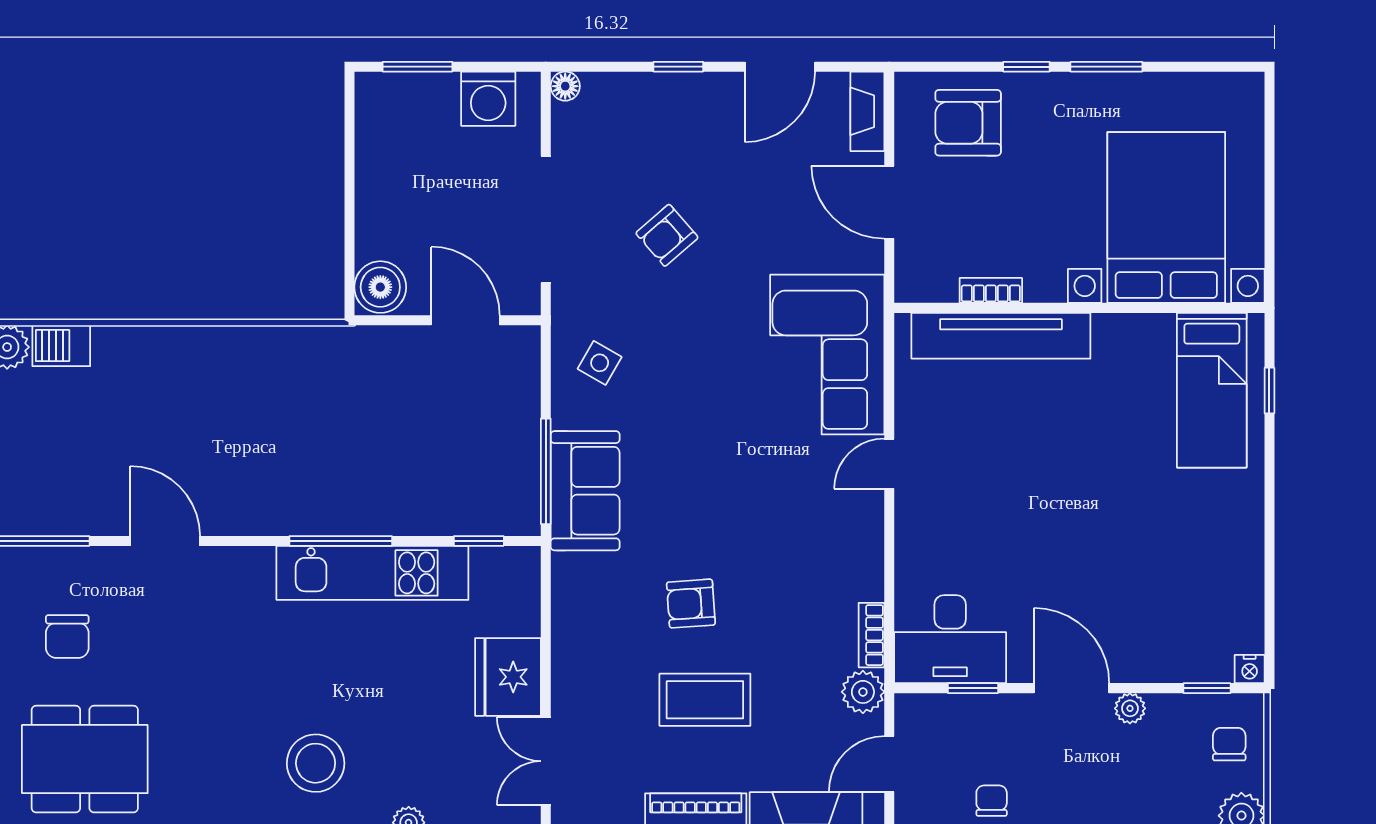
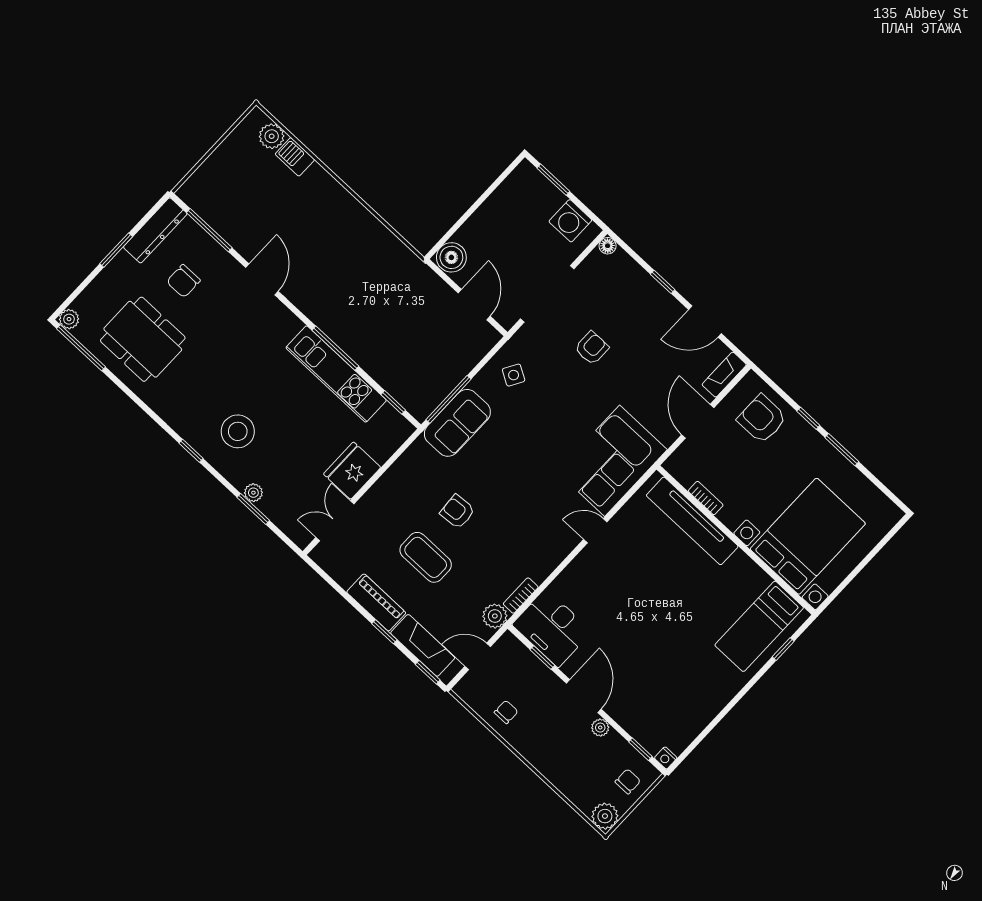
armchair: (667, 235) -> (592, 348), turned 131

